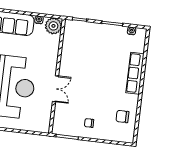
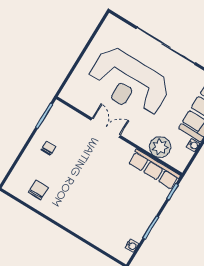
plant: (53, 26) -> (160, 147), moved
row of seats: (135, 73) -> (154, 169), moved, turned 180
double door: (55, 89) -> (106, 128), swing flipped

